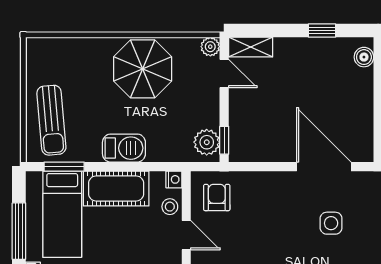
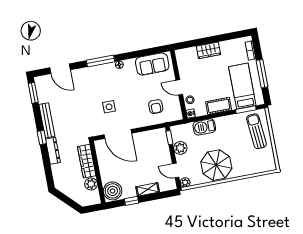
shelving: (251, 47) -> (148, 189), moved
boiler: (364, 57) -> (113, 191), width x1.86, depth x1.86
plant: (207, 142) -> (180, 148), moved
barbecue: (124, 148) -> (204, 127), moved
cot: (116, 188) -> (219, 106), width x0.73, depth x0.75
armchair: (217, 198) -> (156, 107), moved

